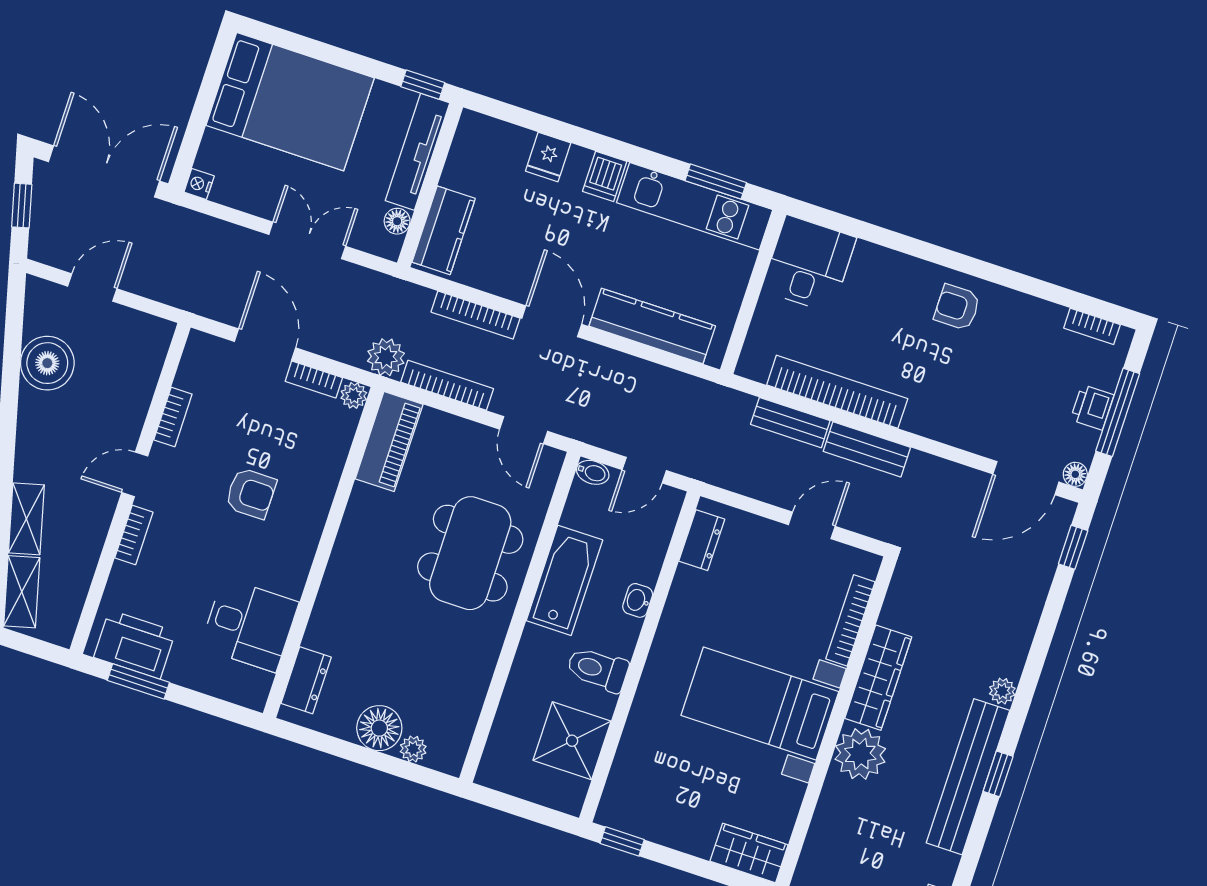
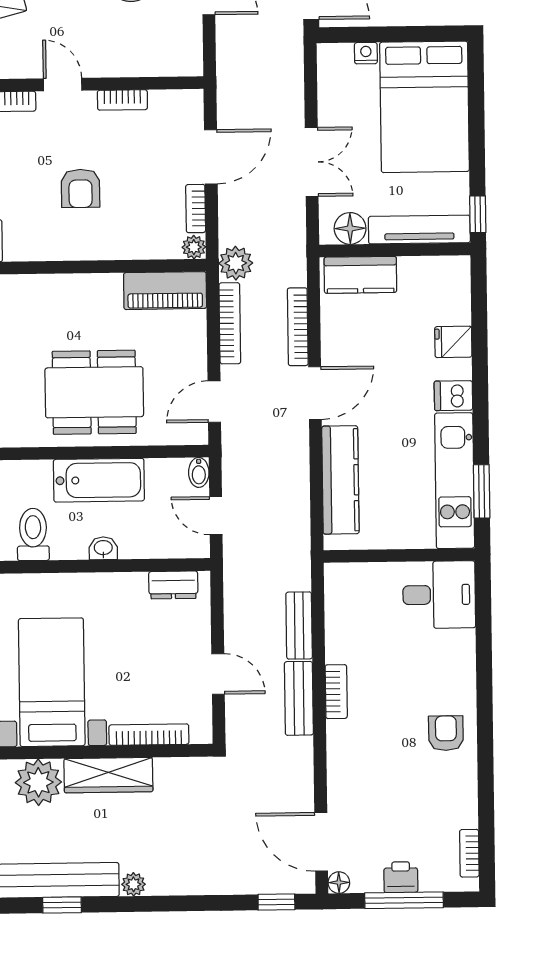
nightstand: (199, 184) -> (366, 53), moved
floor lamp: (397, 221) -> (350, 228), width x1.37, depth x1.37
bookcase: (837, 392) -> (336, 692), width x0.43, depth x0.76

